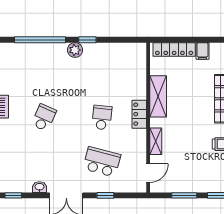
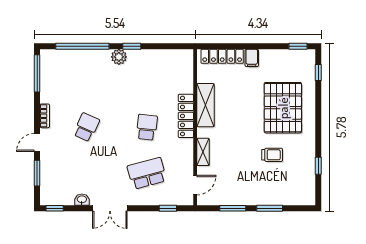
locker: (139, 114) -> (186, 116), width x1.53
school desk: (102, 162) -> (147, 173), turned -30
window: (105, 195) -> (168, 208), moved

